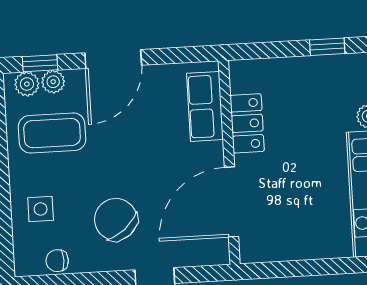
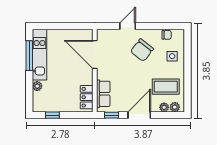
window: (40, 63) -> (111, 115), moved
locker: (247, 123) -> (87, 97), moved
door: (232, 202) -> (95, 55), swing flipped
chair: (116, 219) -> (142, 50), turned 78

